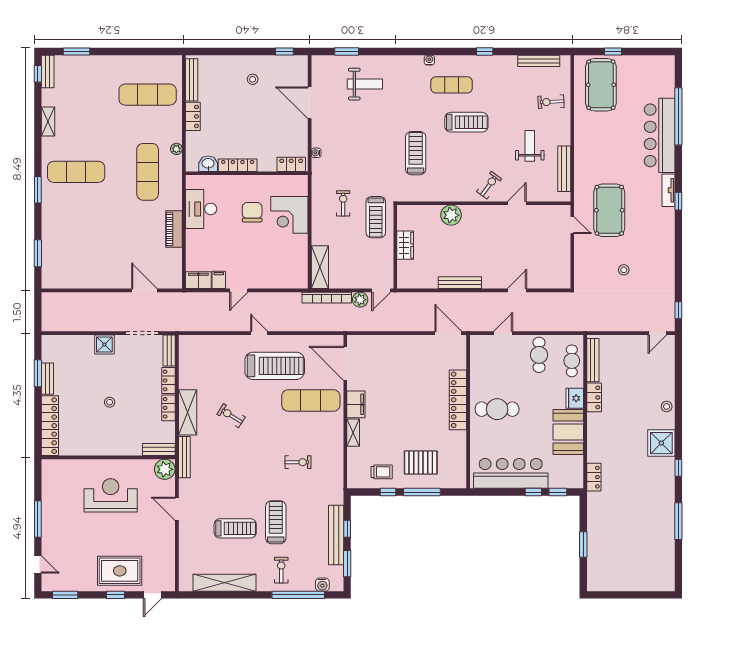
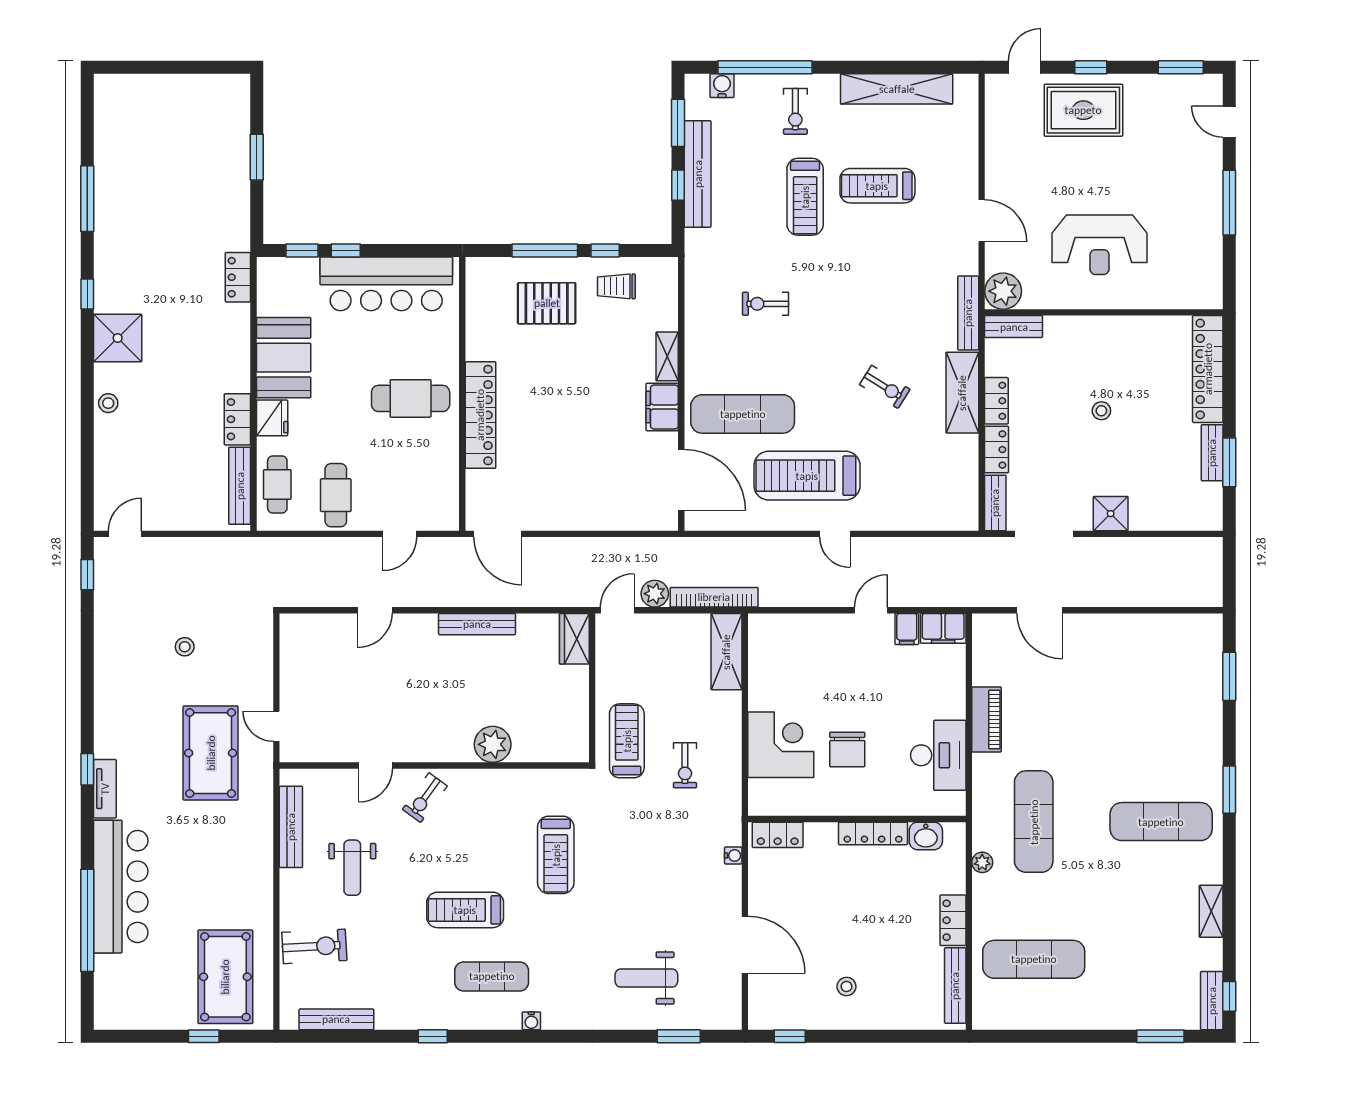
exercise bike: (551, 102) -> (314, 946), width x1.38, depth x1.39
wardrobe: (405, 245) -> (574, 639), moved

